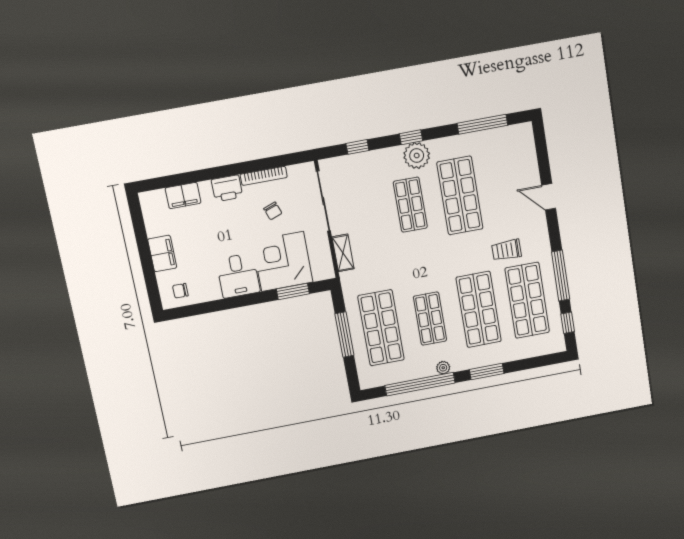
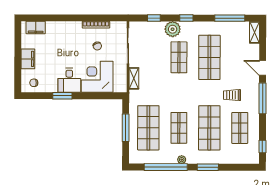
shelving: (527, 141) -> (254, 32), added
plant: (417, 156) -> (173, 29), moved
printer: (227, 188) -> (73, 28), removed
filing cabinet: (183, 195) -> (36, 27), moved
window: (561, 276) -> (263, 98), moved
window: (293, 291) -> (62, 96), moved
shop shelf: (527, 300) -> (240, 128), width x0.70, depth x0.74

